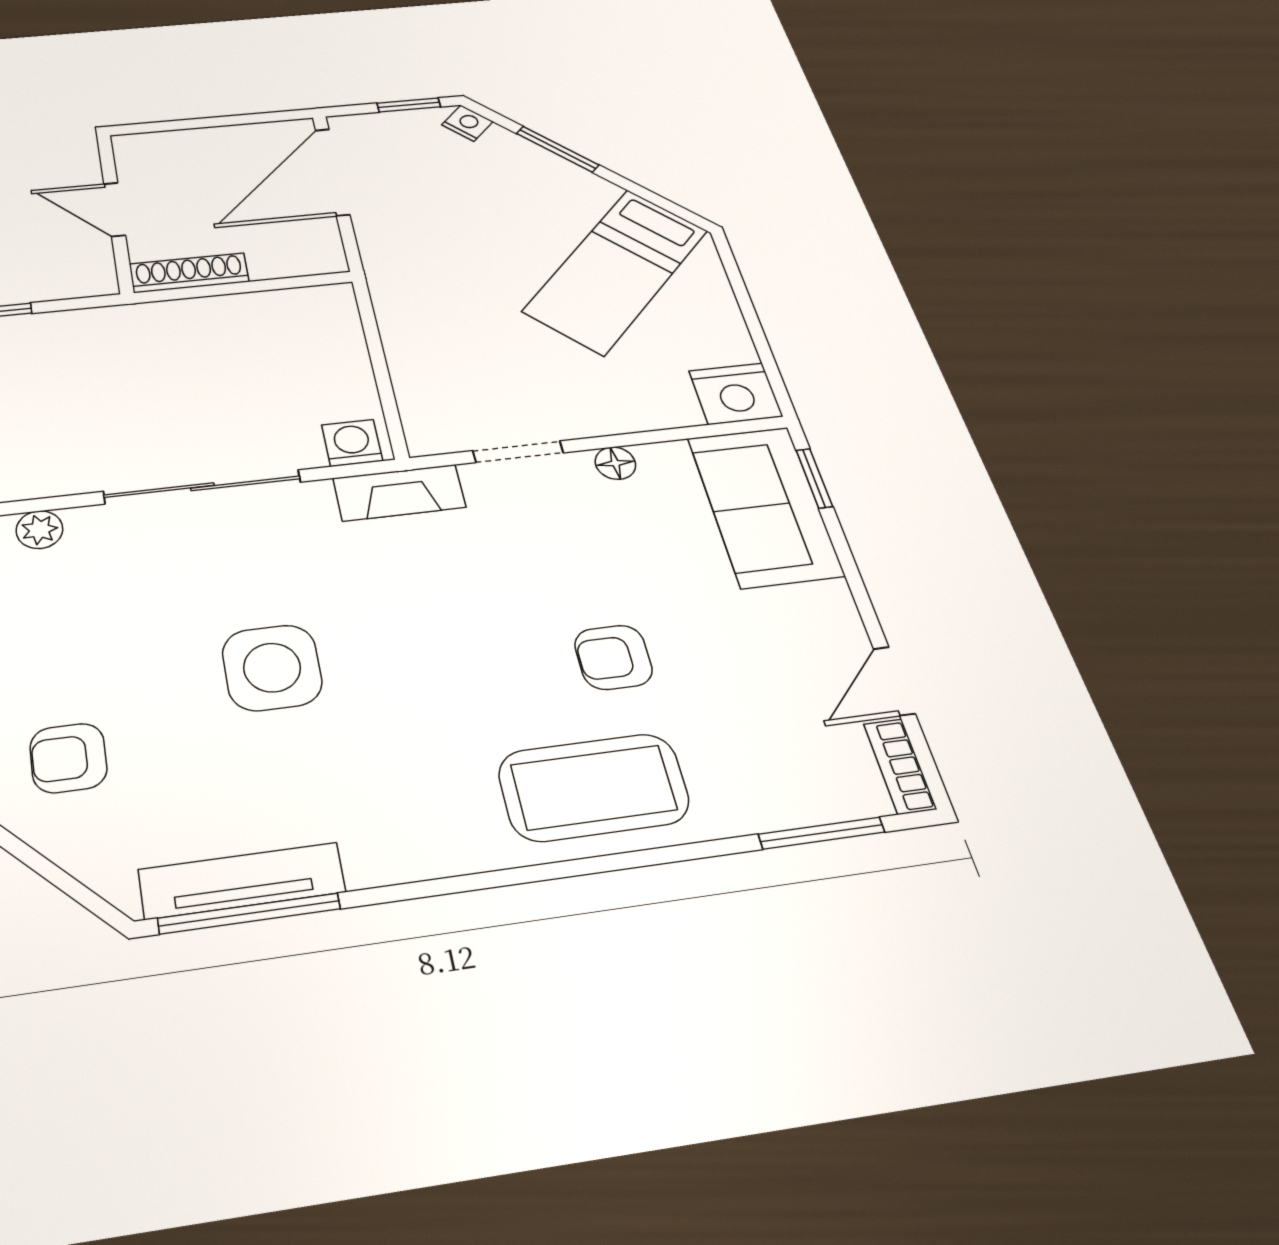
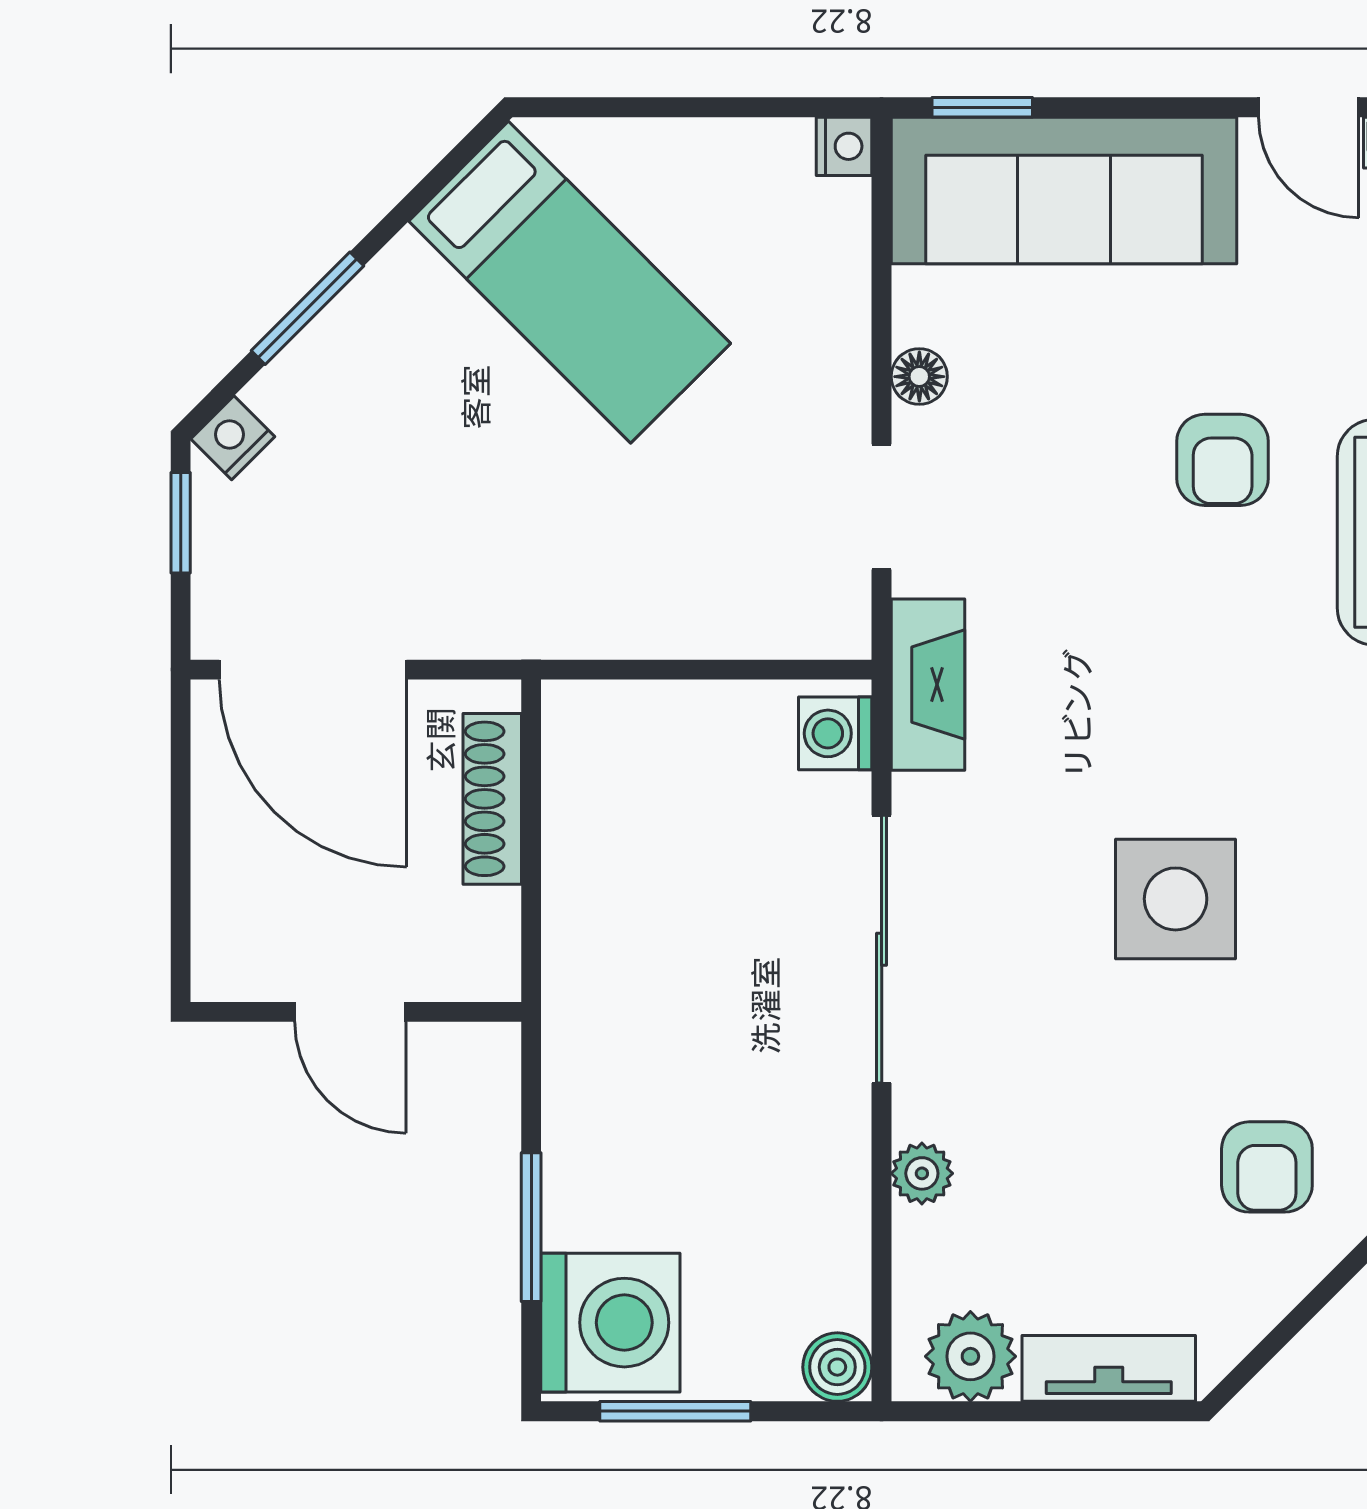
door: (115, 210) -> (350, 1012), hinge flipped
shoe rack: (189, 273) -> (492, 799), moved
nightstand: (736, 394) -> (844, 146), width x0.53, depth x0.56
sofa: (765, 506) -> (1064, 190), width x1.36

